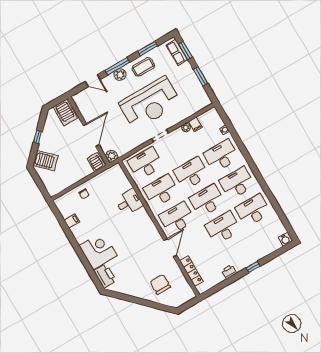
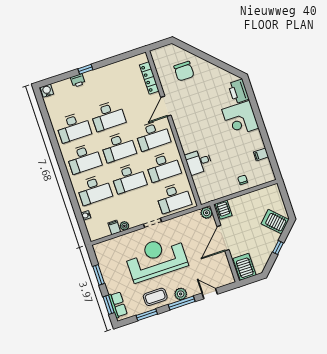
printer: (229, 272) -> (78, 80), moved

